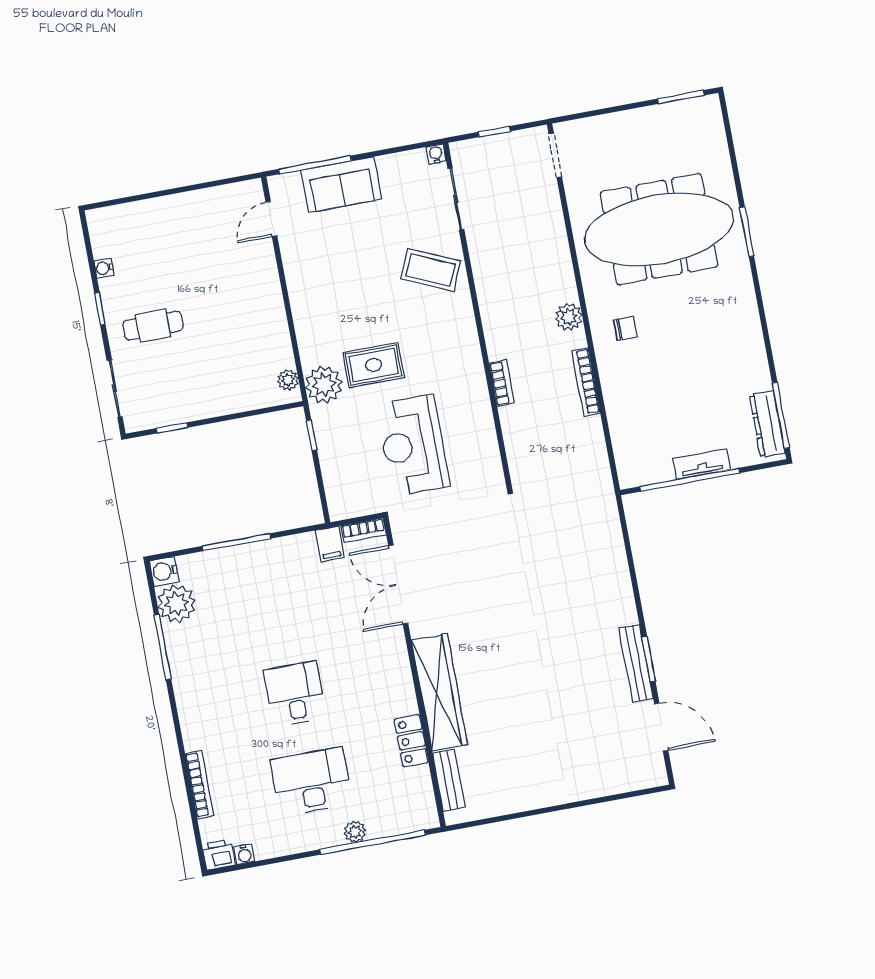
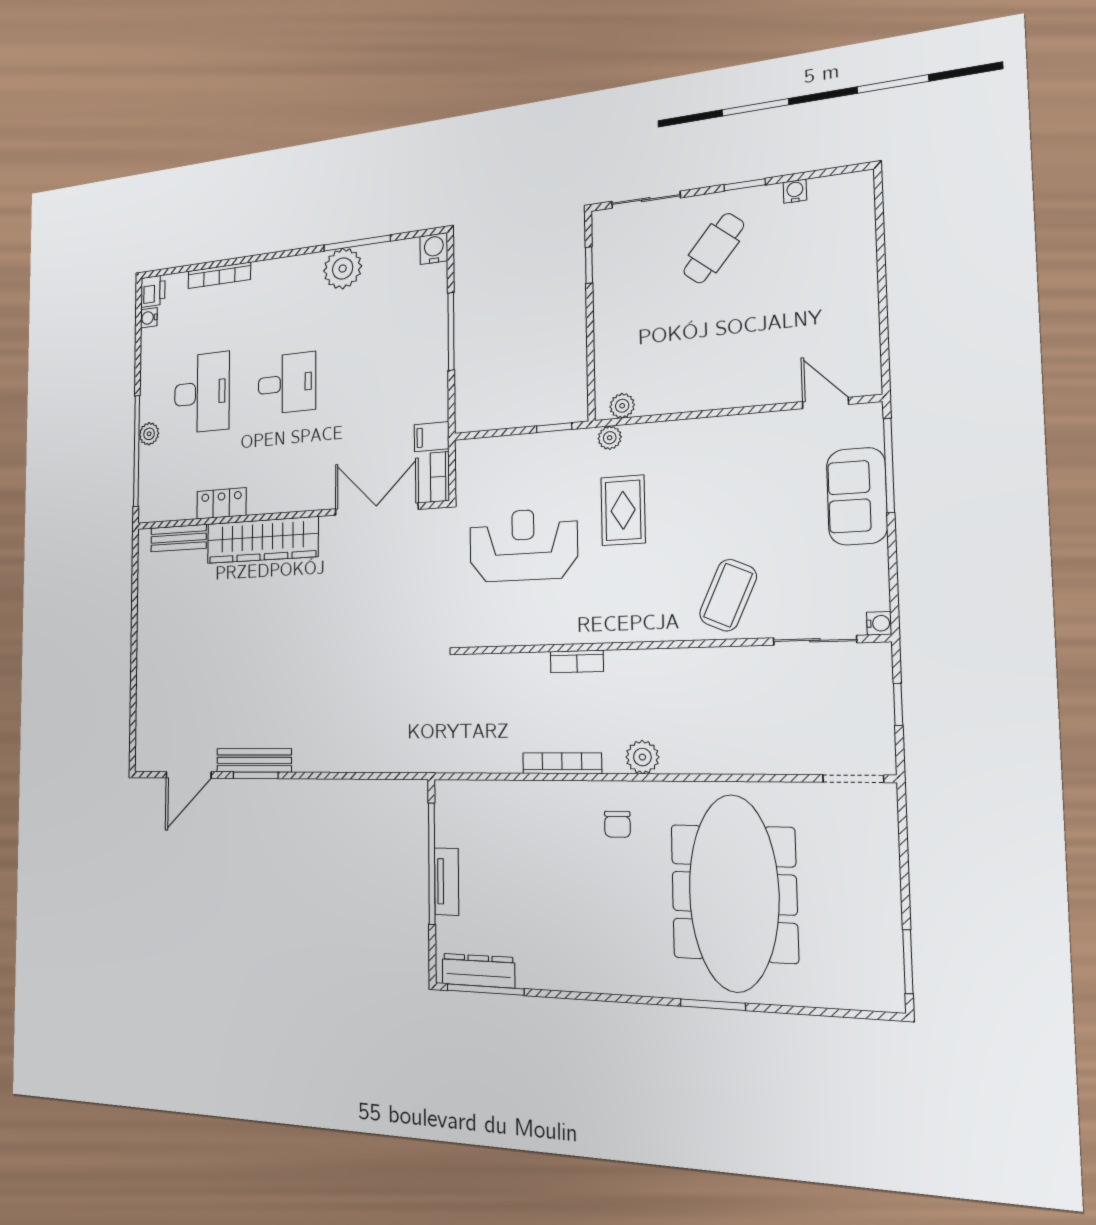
cafe table: (153, 326) -> (714, 248), turned 39
plant: (324, 385) -> (610, 438), width x0.53, depth x0.53
plant: (177, 604) -> (343, 268), moved

